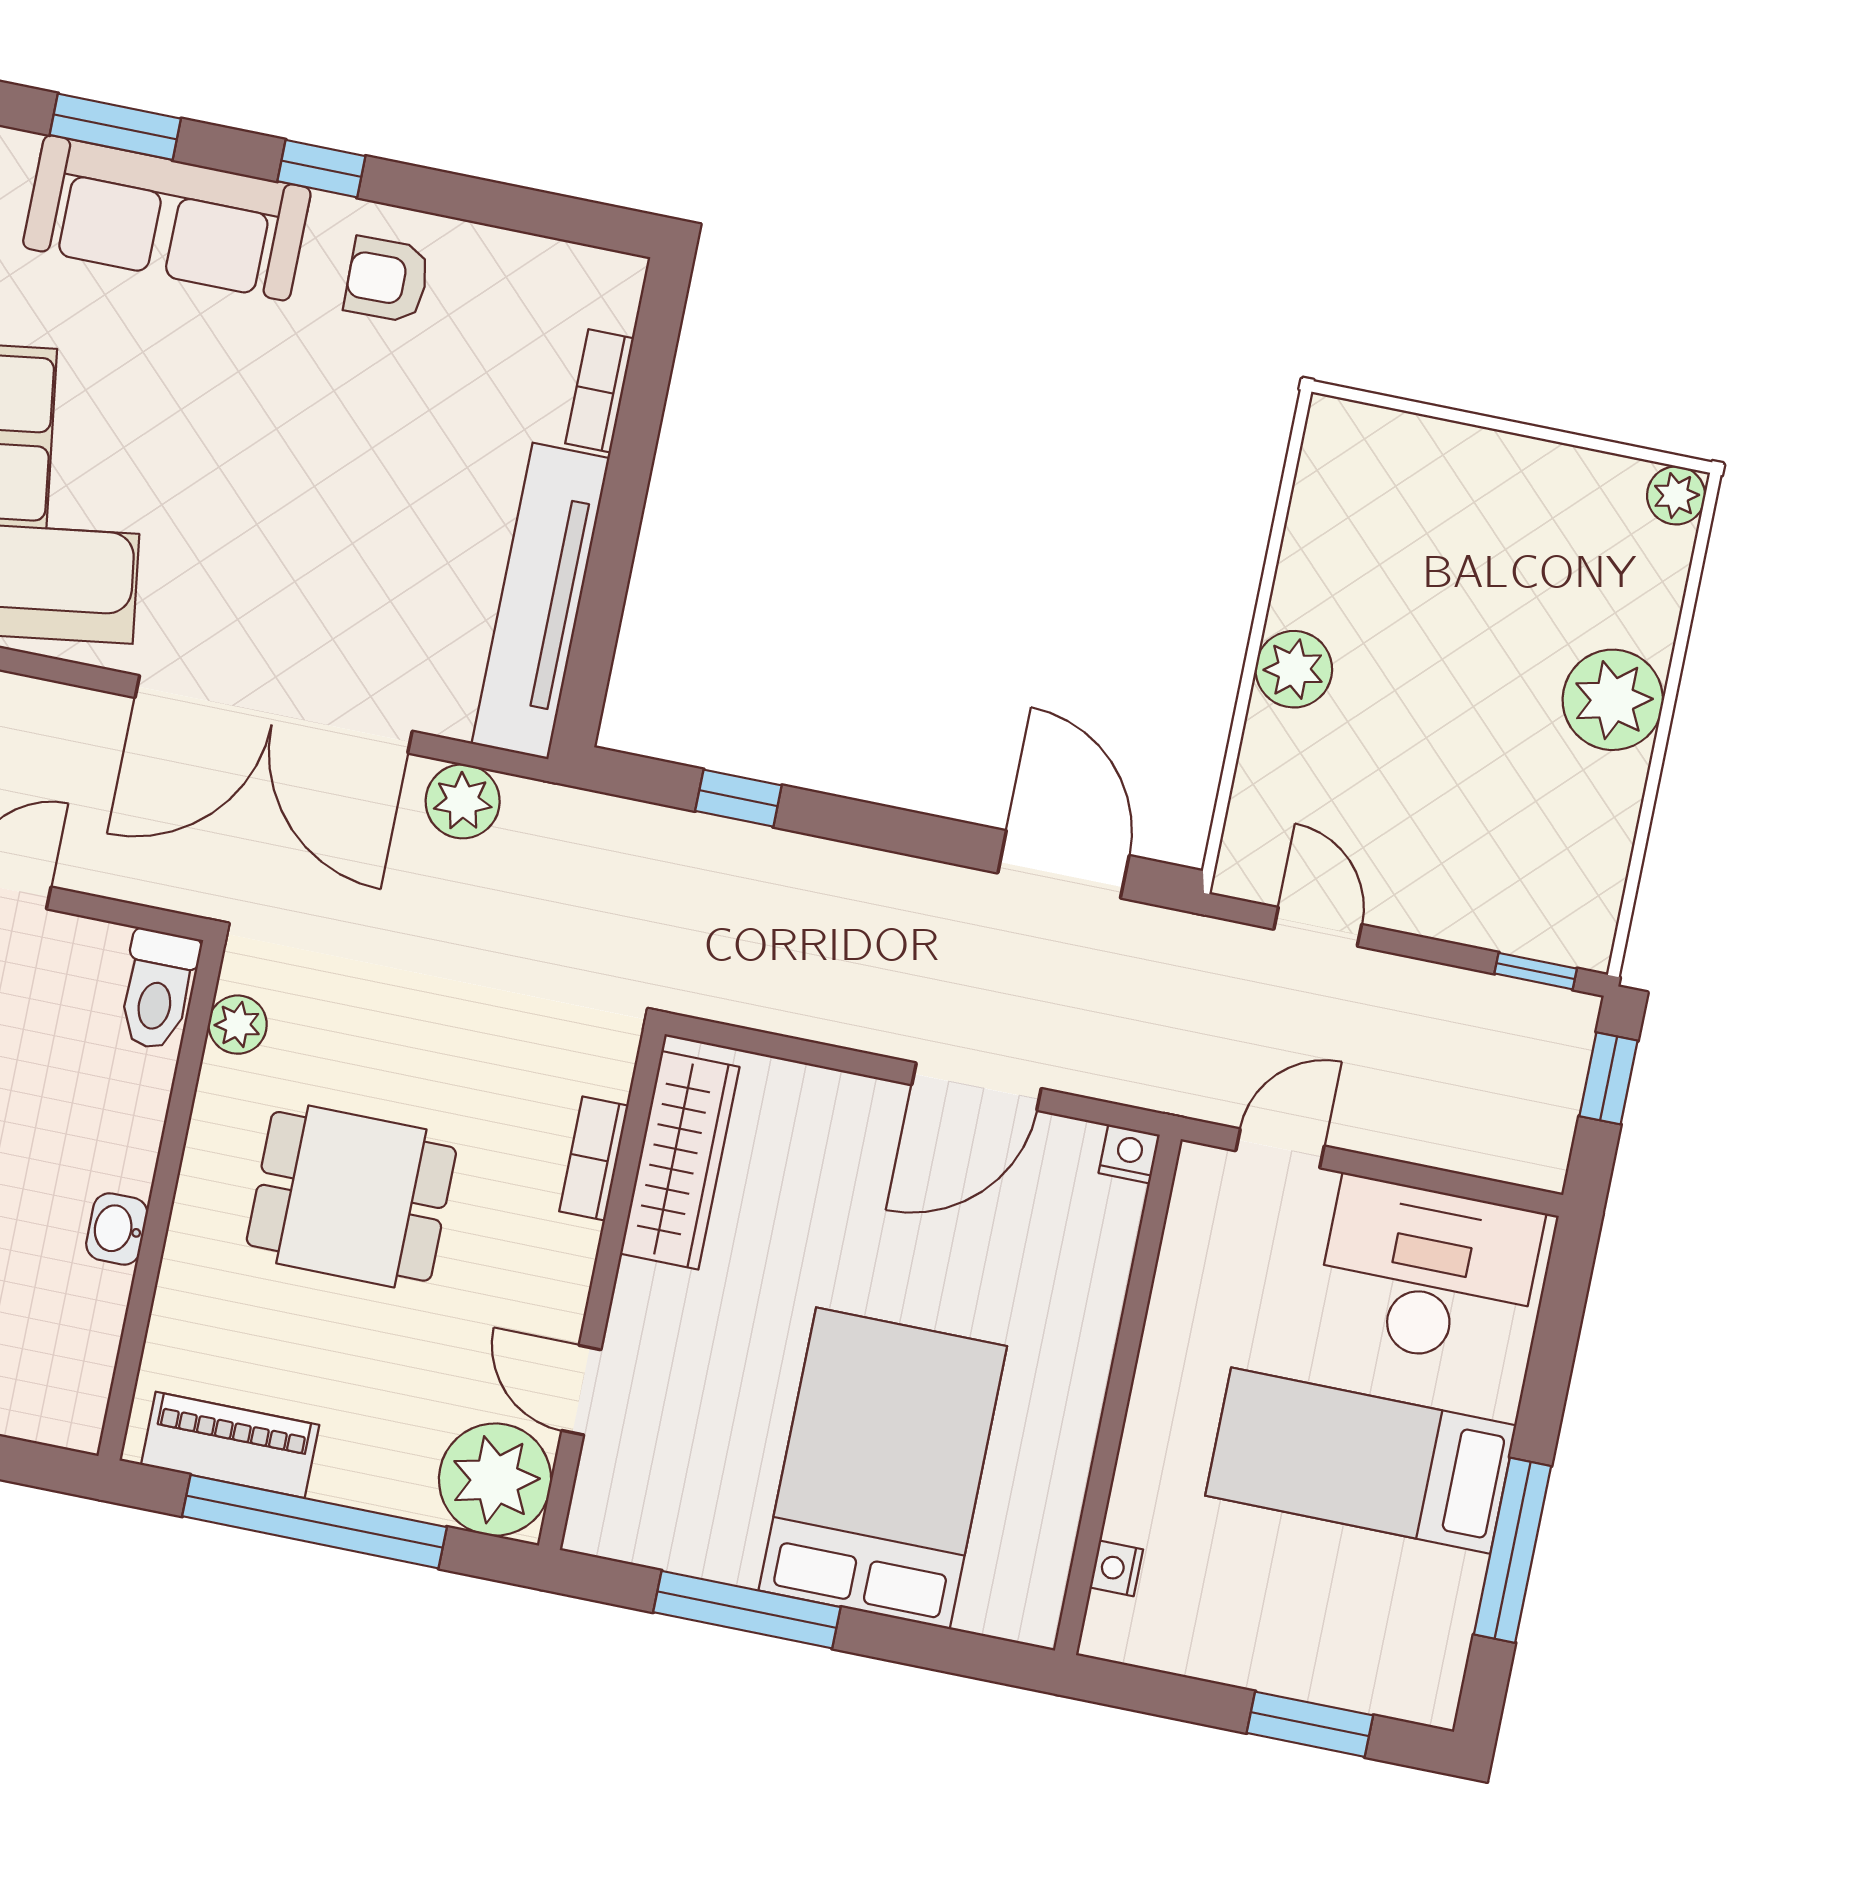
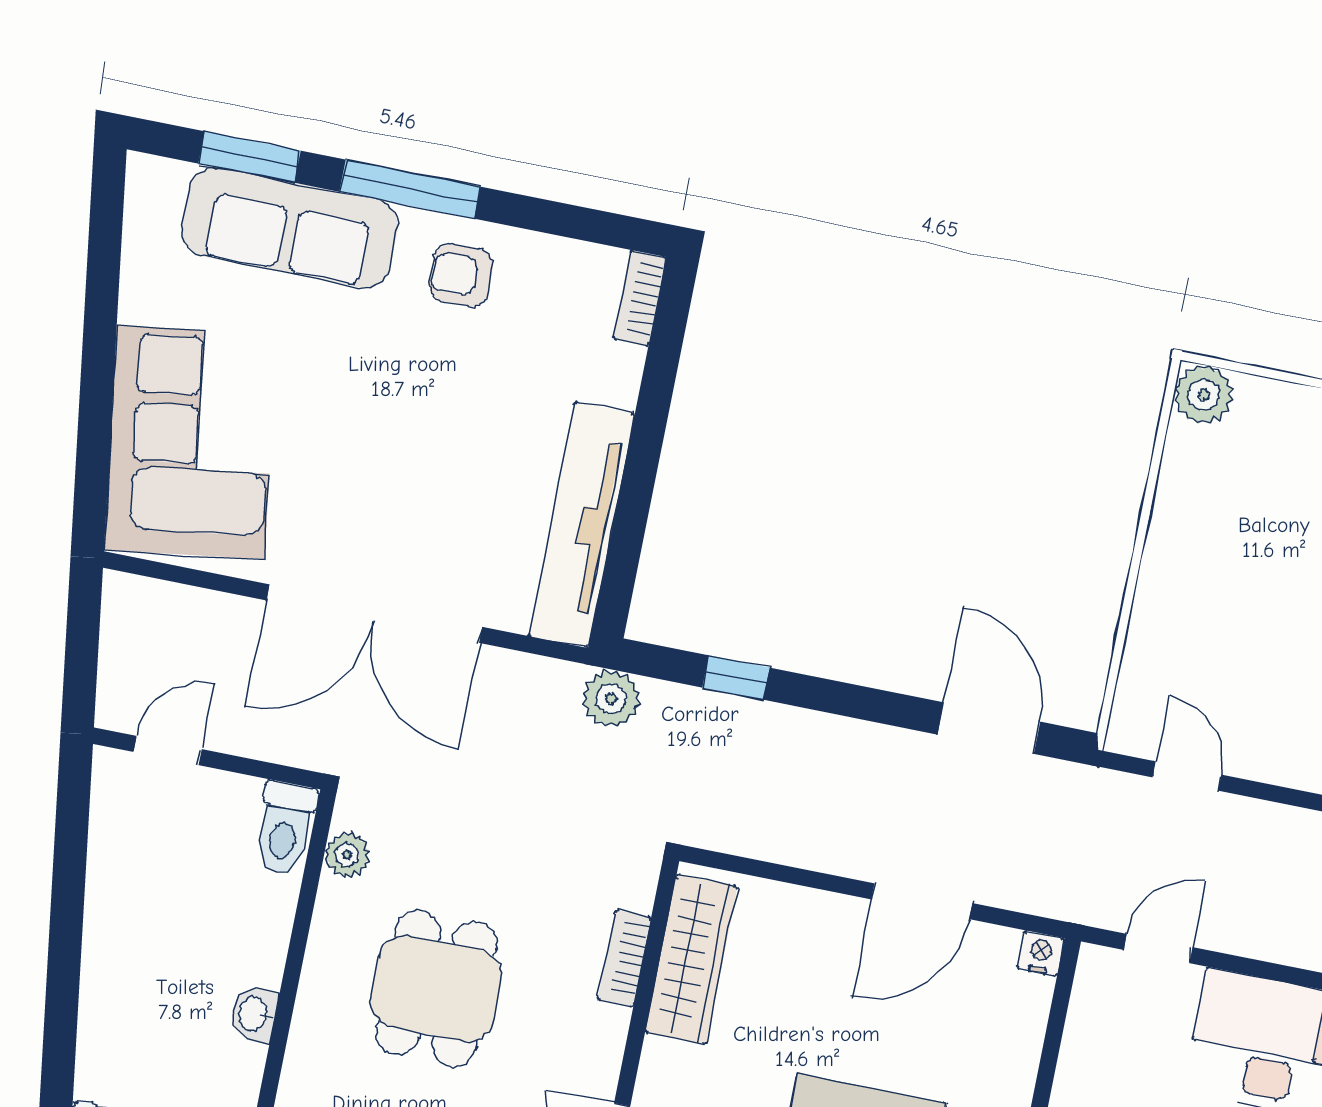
window: (321, 169) -> (410, 189), width x2.17
bookcase: (600, 391) -> (640, 298), moved
plant: (1294, 669) -> (1204, 395), moved
plant: (463, 801) -> (611, 699), moved
dining table: (351, 1196) -> (436, 988), turned 90

